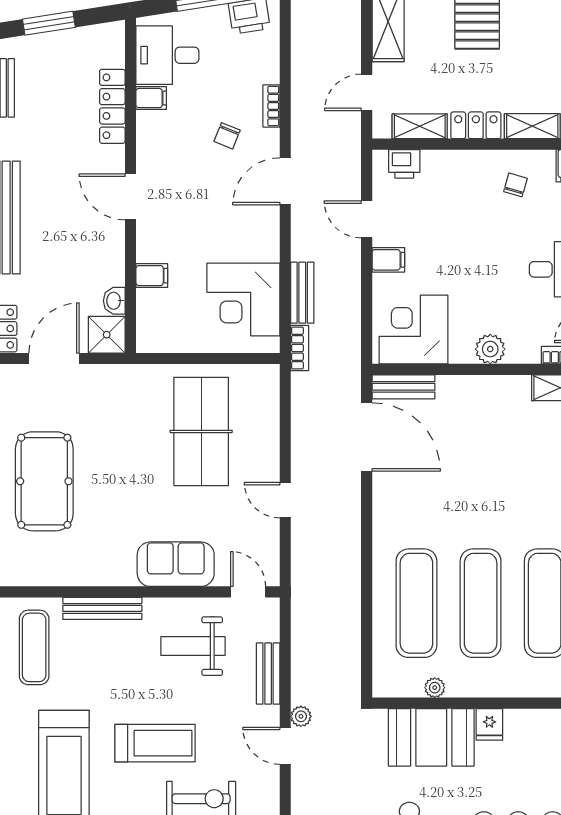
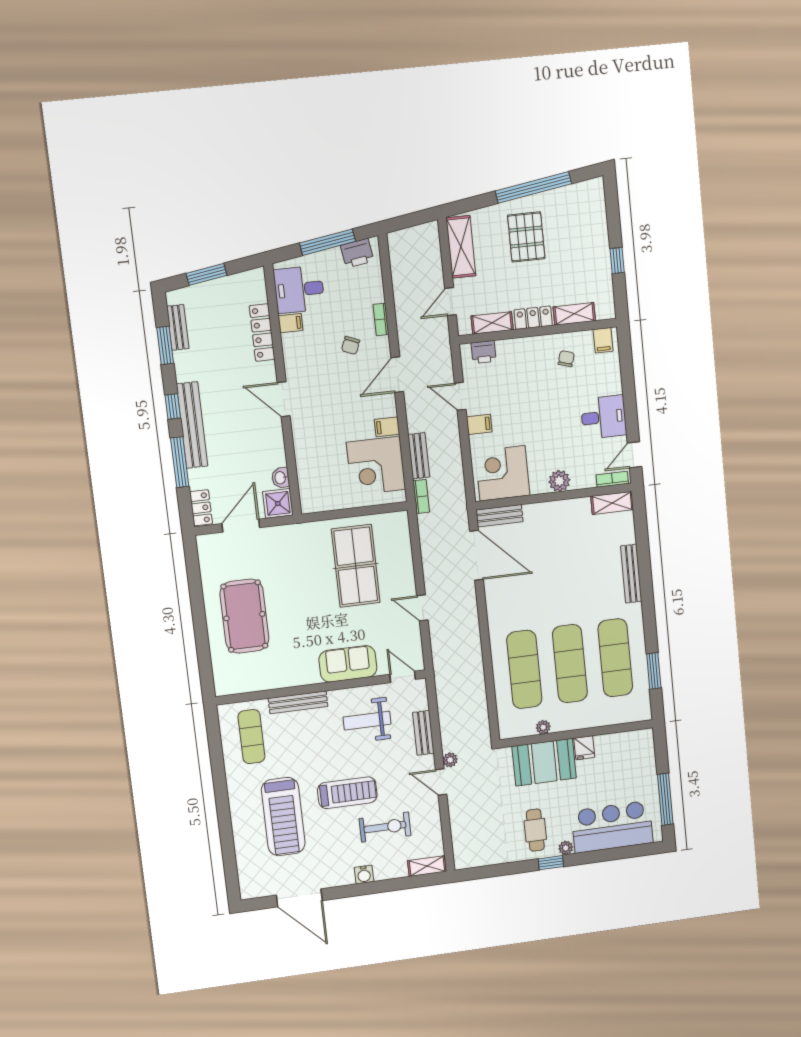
filing cabinet: (152, 276) -> (387, 427), moved, turned 180

